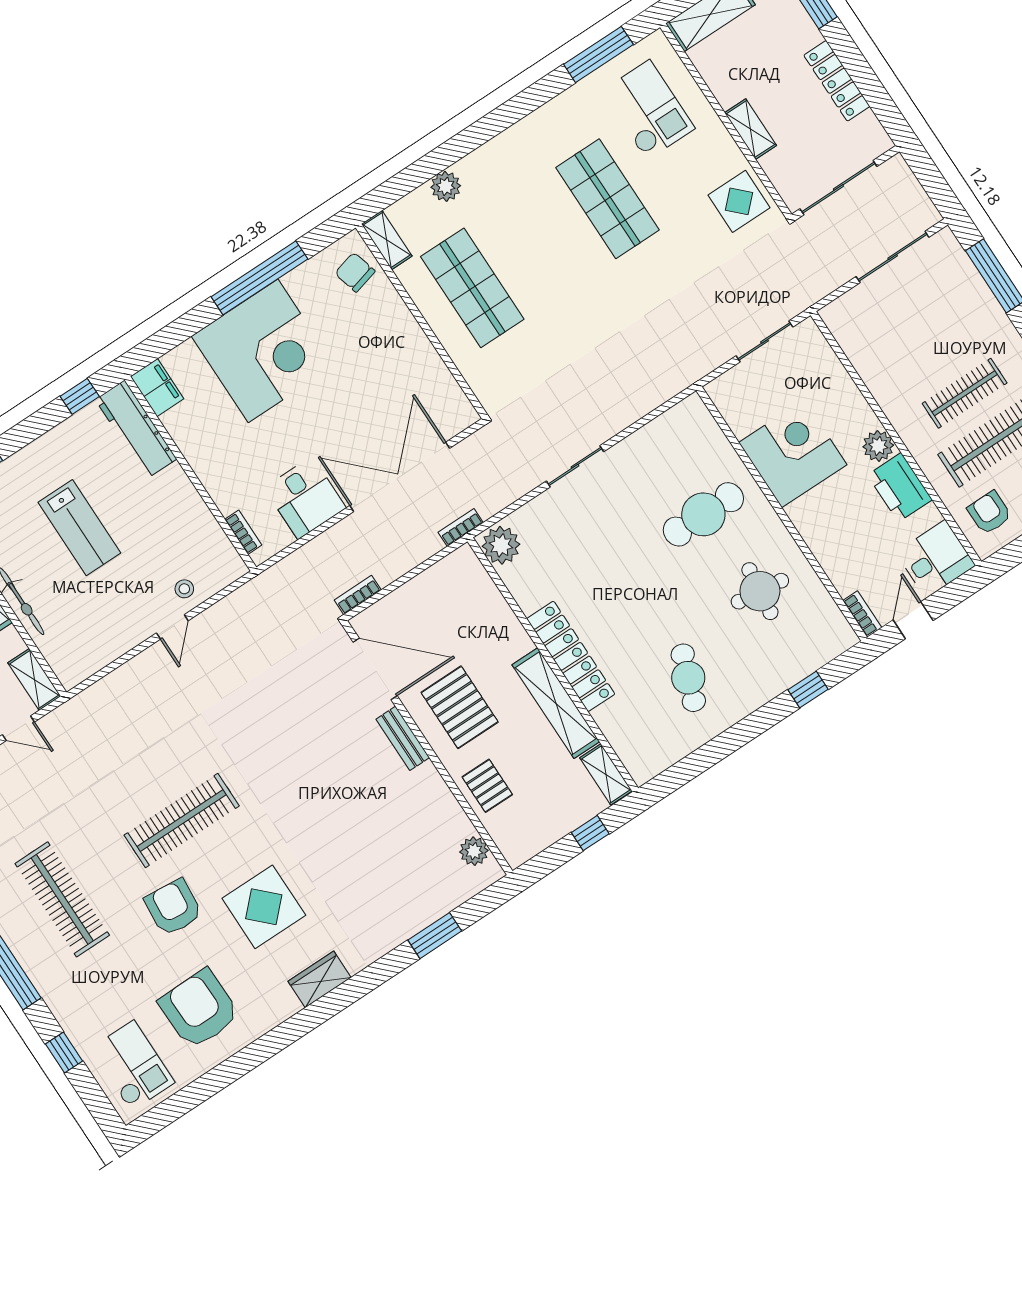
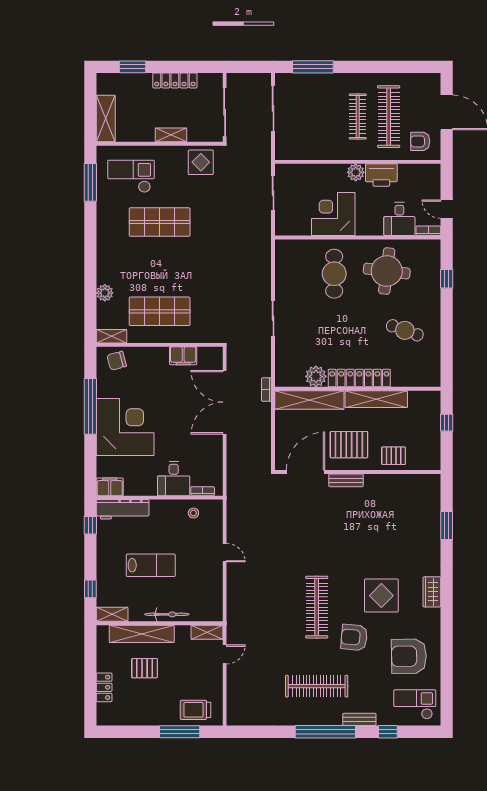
filing cabinet: (429, 368) -> (183, 356), added
desk: (305, 498) -> (174, 479), moved, turned 90
plant: (501, 545) -> (316, 376), moved
desk: (935, 559) -> (399, 219), moved, turned 180
stool: (184, 589) -> (193, 513), moved
round table: (760, 591) -> (387, 271), width x1.36, depth x1.36
bookcase: (358, 595) -> (266, 457), removed
shelving: (606, 774) -> (309, 400), moved, width x2.20, depth x1.33
plant: (474, 851) -> (420, 482), removed
bench: (54, 997) -> (359, 719), added

